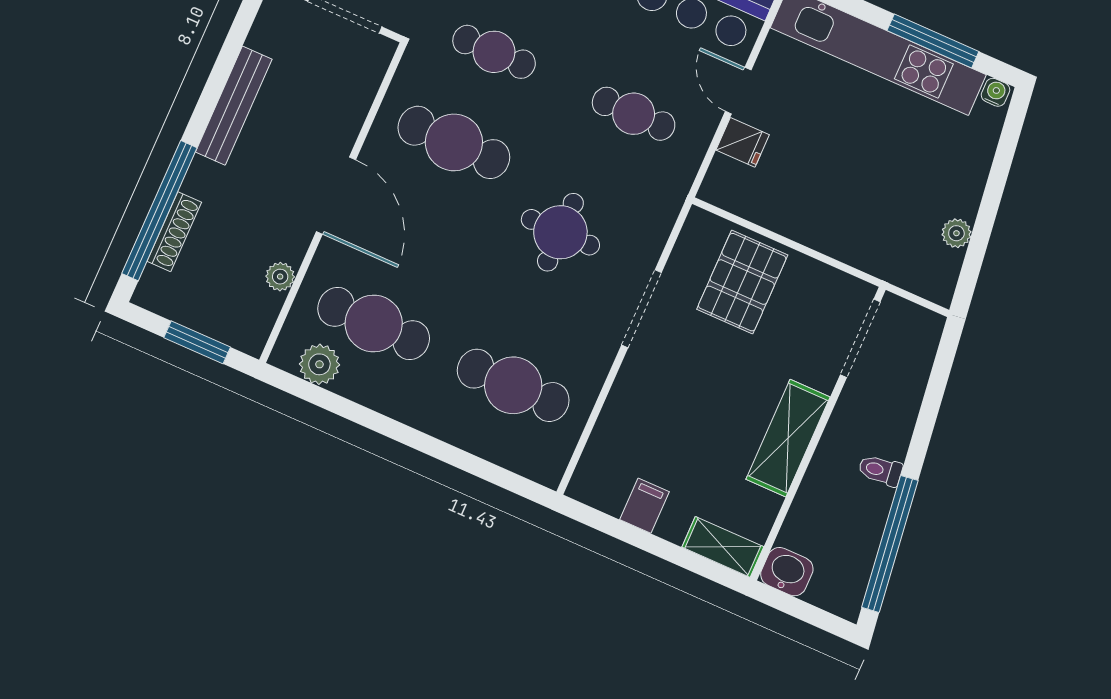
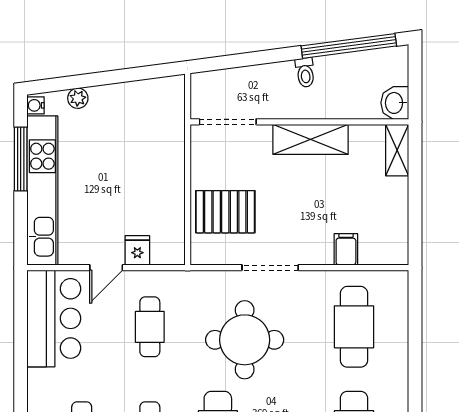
round table: (560, 232) -> (245, 340), width x1.36, depth x1.36
plant: (956, 233) -> (78, 98), moved
filing cabinet: (644, 506) -> (346, 249), moved, turned 90

